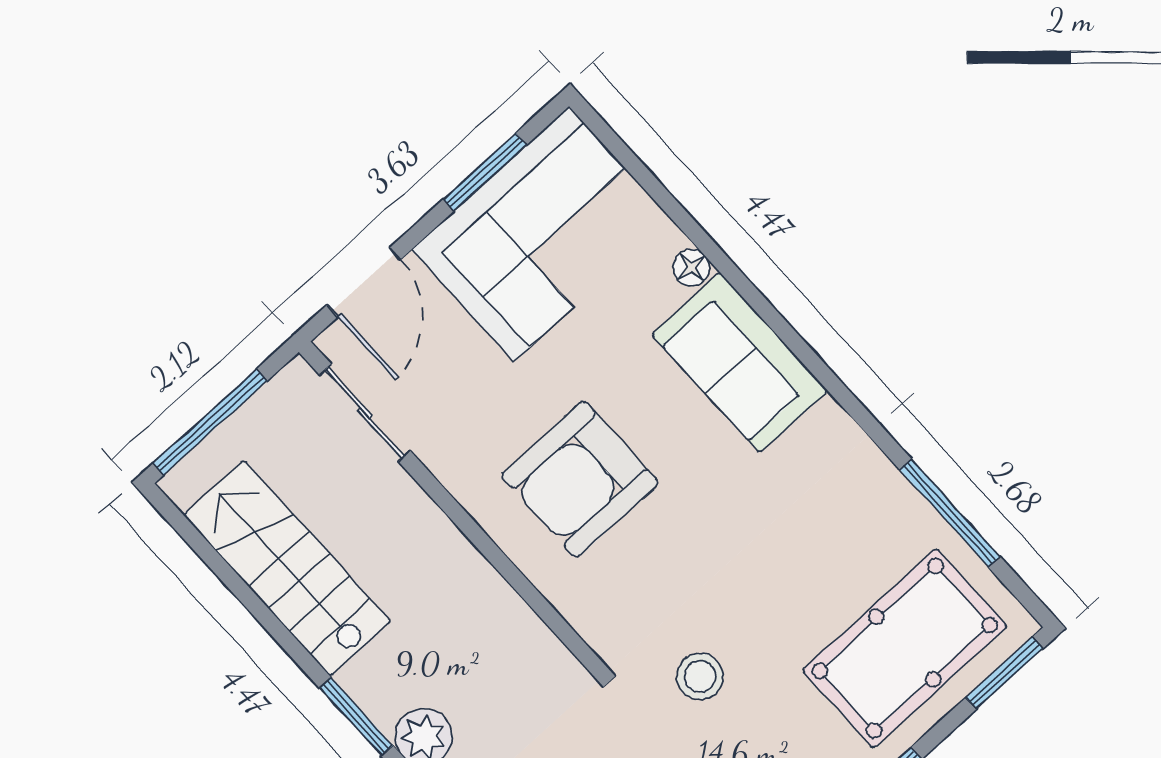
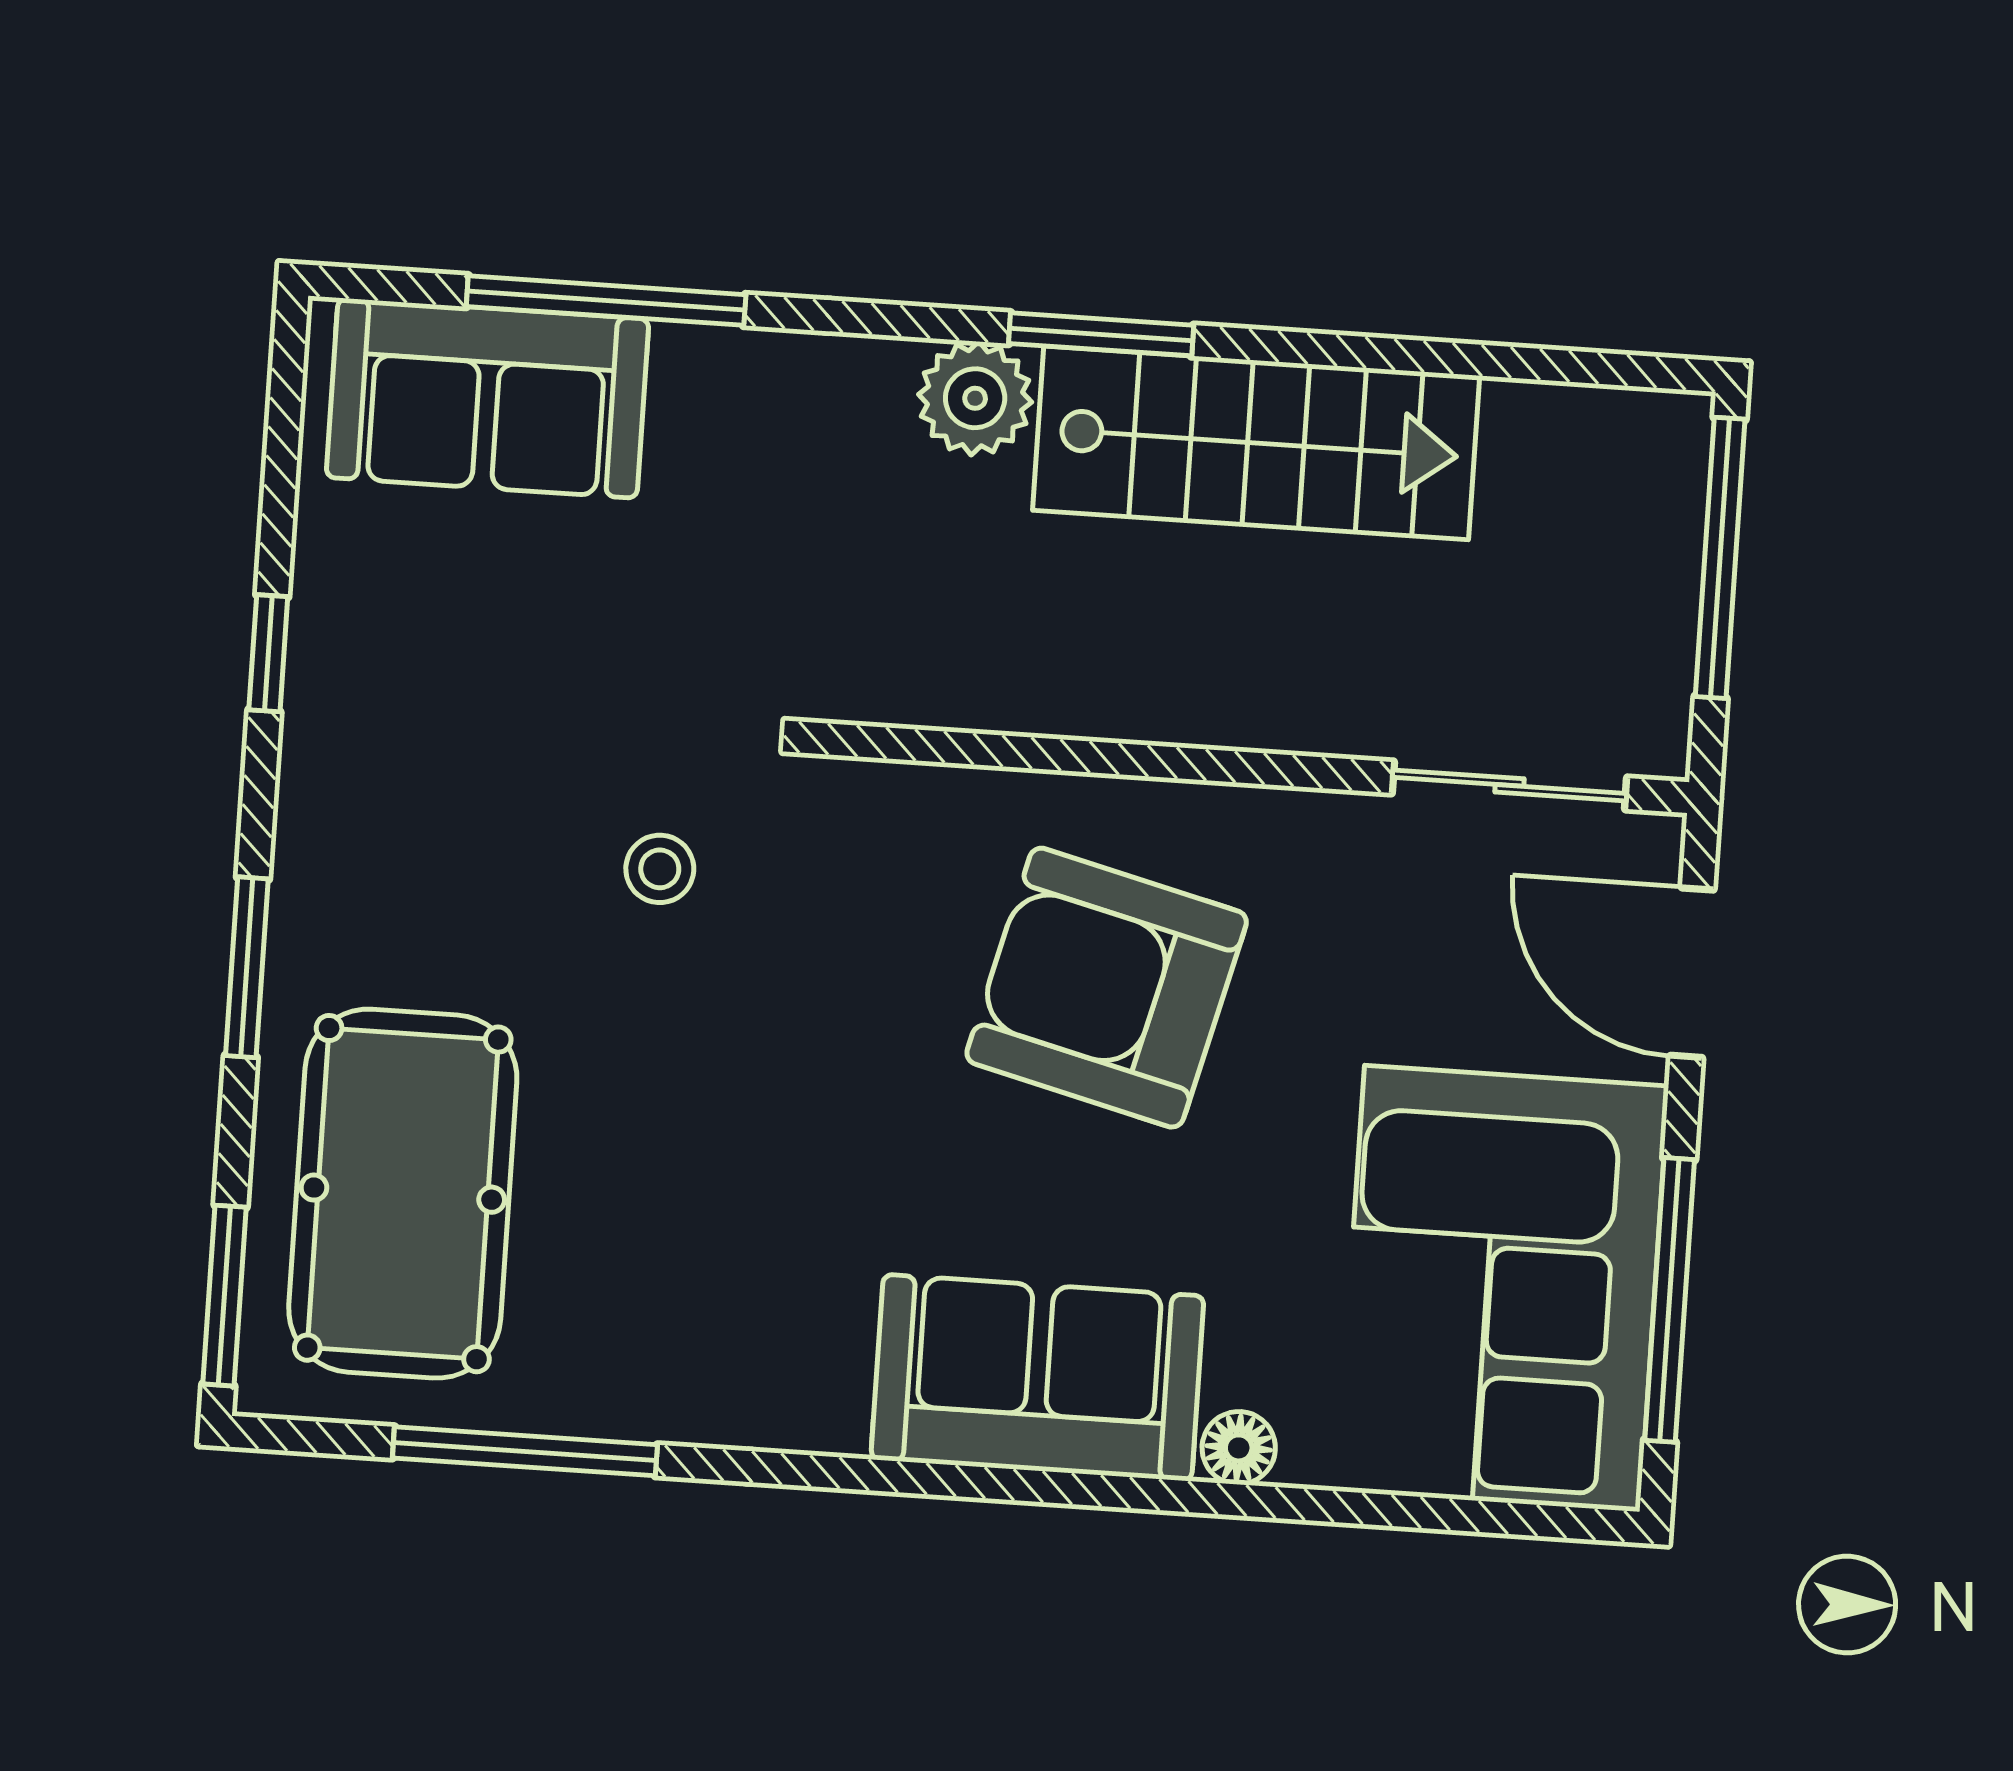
window: (485, 172) -> (1670, 1300), width x1.44
armchair: (580, 479) -> (1107, 988), turned -76
stairs: (287, 568) -> (1256, 443), moved
stool: (700, 676) -> (660, 869), width x0.73, depth x0.73

